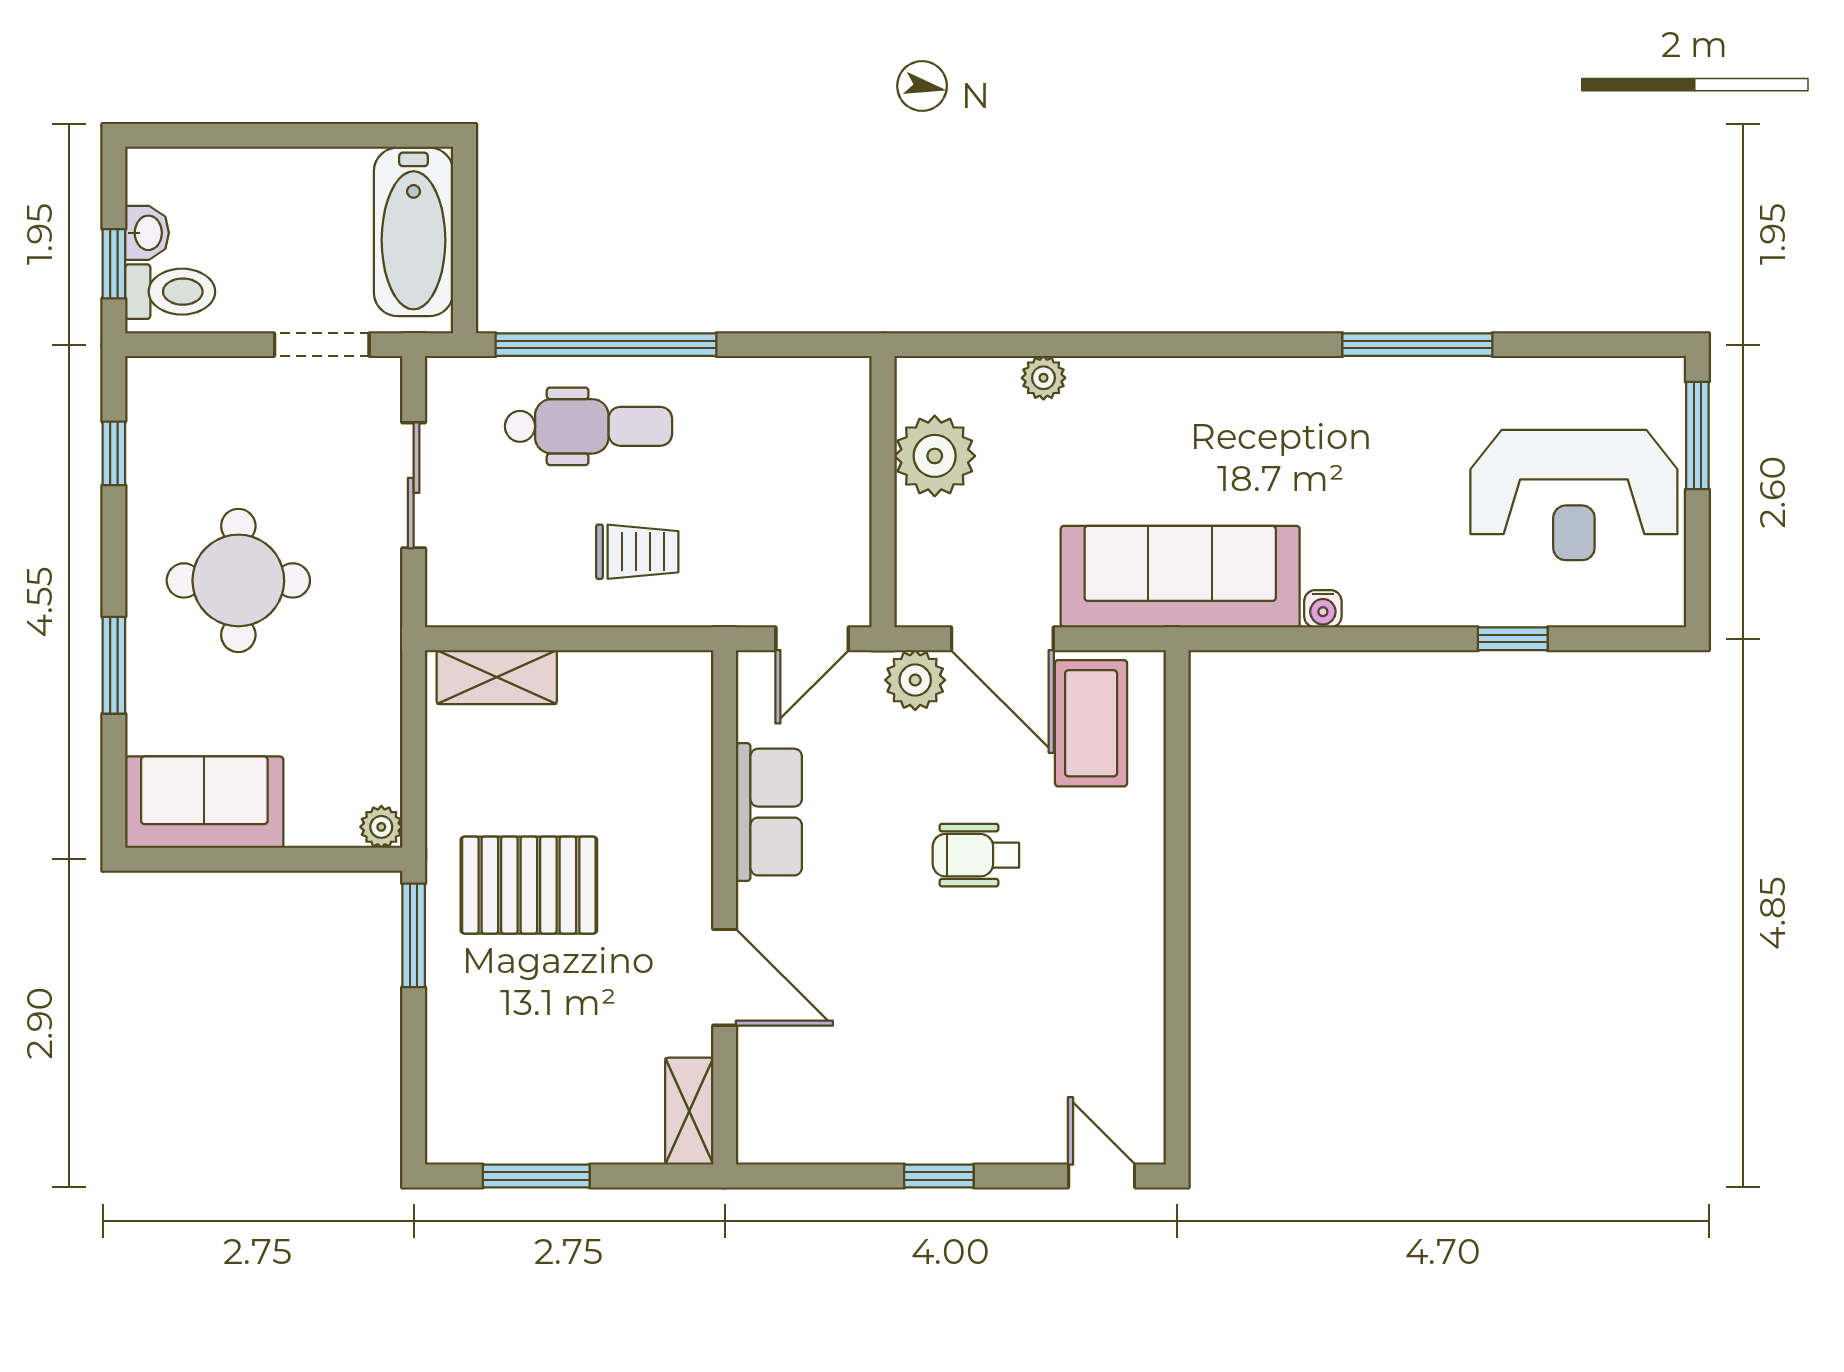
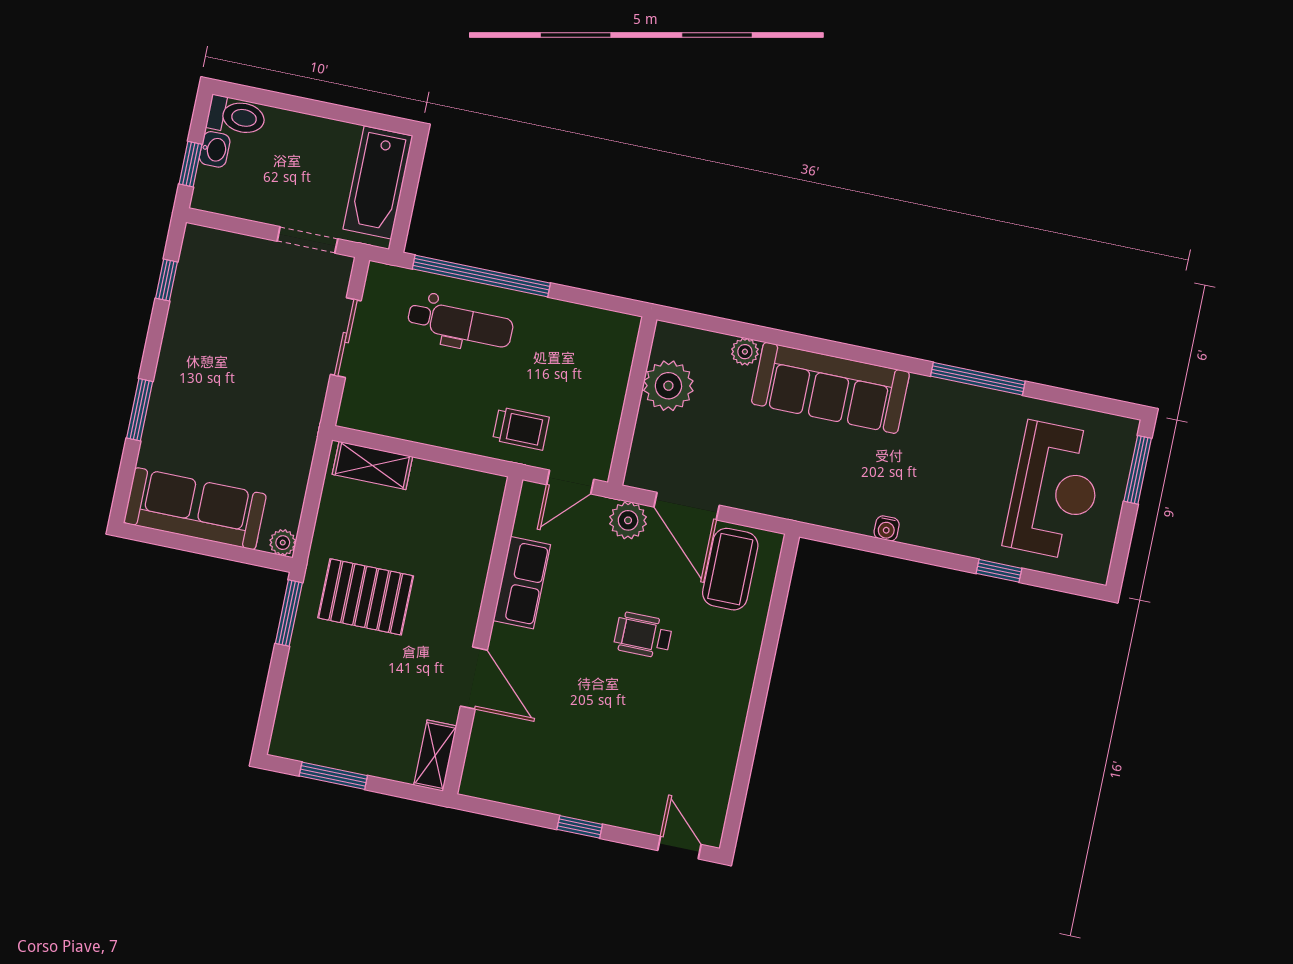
toilet: (170, 292) -> (236, 116), moved
reception desk: (1574, 495) -> (1055, 491), turned -90
trolley: (637, 552) -> (521, 429), moved
sofa: (1180, 577) -> (830, 388), moved, turned 180
round table: (238, 580) -> (226, 374), removed
sofa: (204, 802) -> (195, 509), width x1.36

